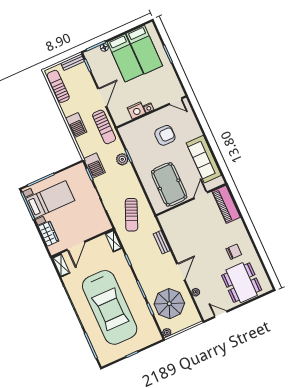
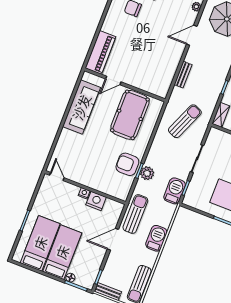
armchair: (165, 135) -> (127, 164), moved

